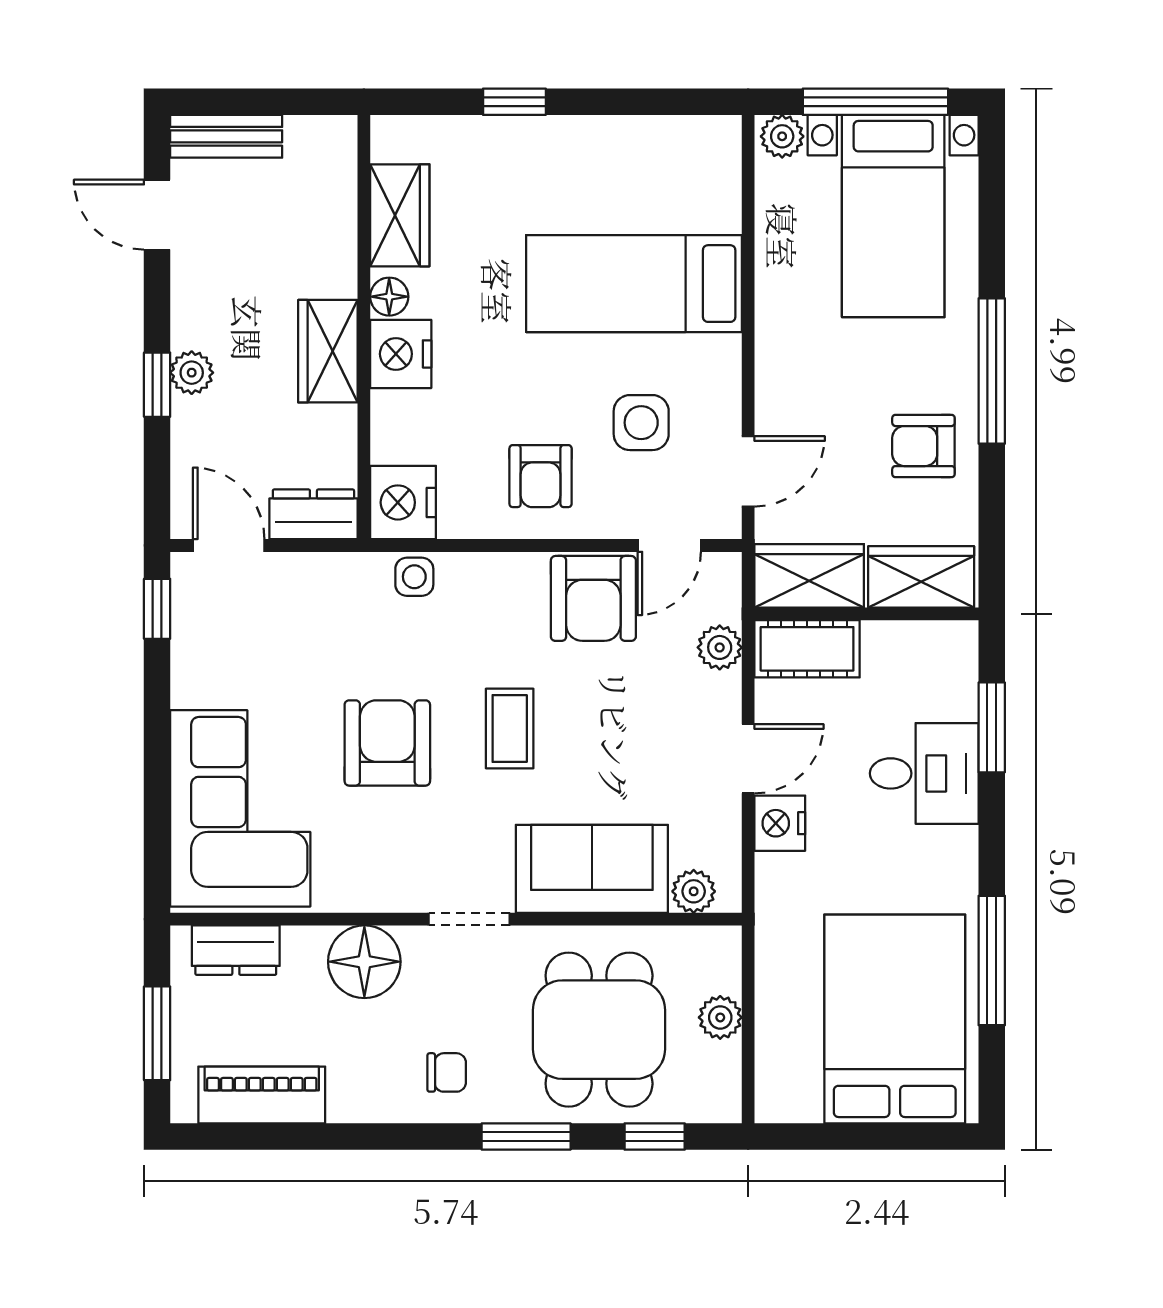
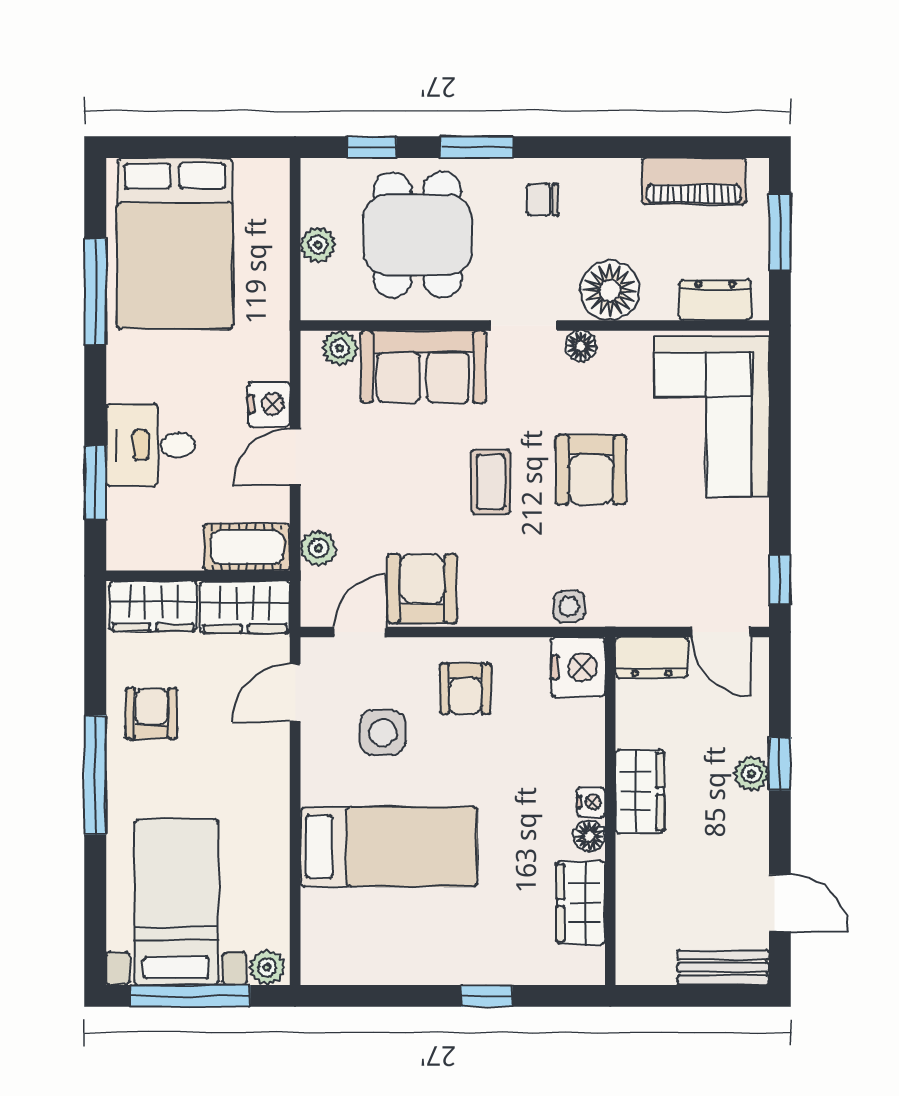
nightstand: (401, 354) -> (591, 802), width x0.53, depth x0.56
armchair: (923, 446) -> (151, 713), turned -90
armchair: (541, 476) -> (465, 689), turned 180
floor lamp: (400, 894) -> (581, 346), added

